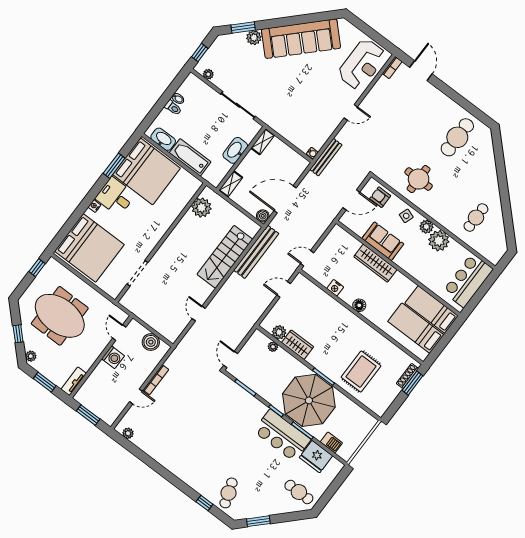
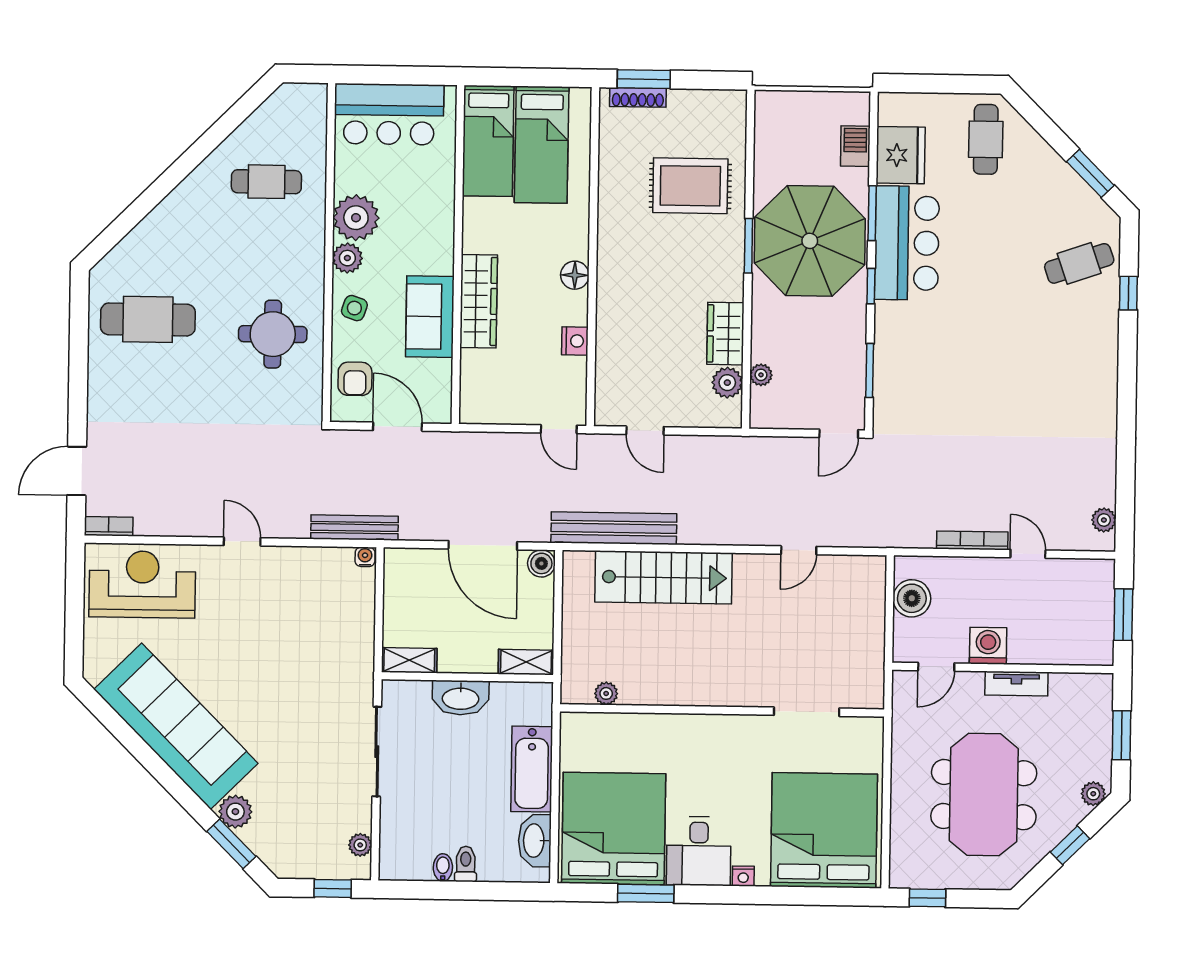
plant: (201, 208) -> (606, 693), width x0.53, depth x0.53
tv unit: (74, 381) -> (1016, 684), moved

